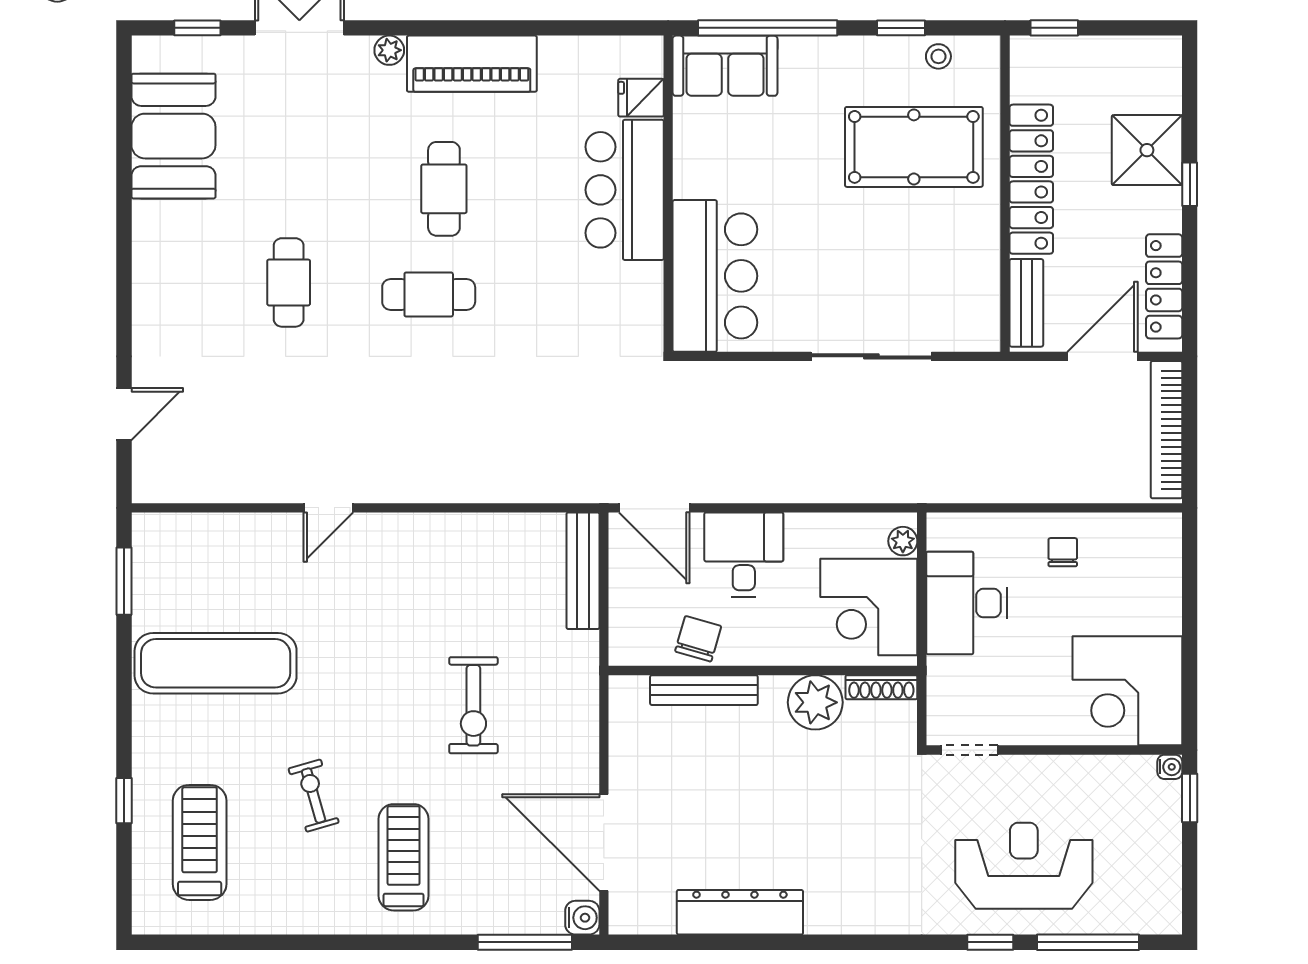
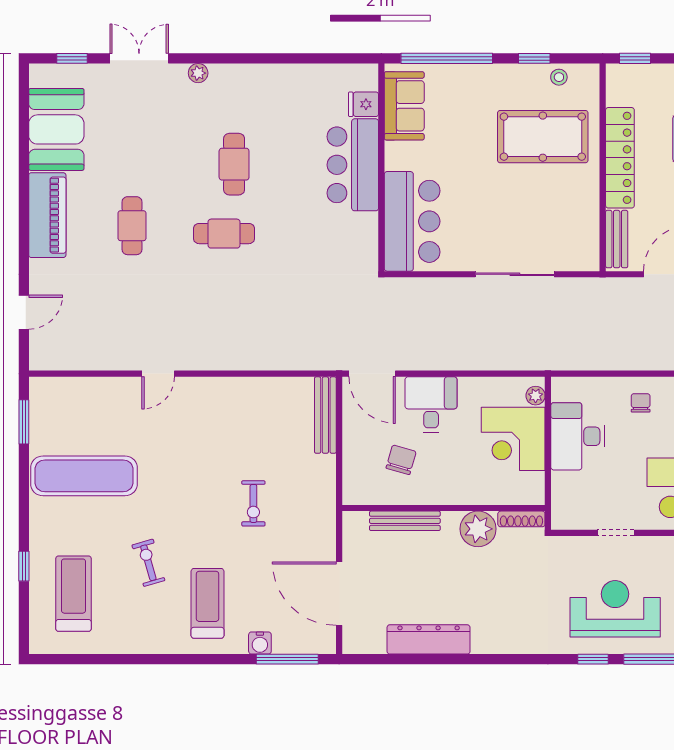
piano: (472, 64) -> (47, 215), moved, turned -90
sofa: (725, 66) -> (404, 106), moved, turned -90
wall: (763, 671) -> (444, 508), moved
shoe rack: (881, 687) -> (521, 519), moved
bench: (704, 690) -> (405, 521), moved
plant: (815, 702) -> (478, 529), moved
exercise bike: (473, 705) -> (253, 503), width x0.73, depth x0.72
doorway: (969, 750) -> (616, 533), moved
water cooler: (582, 918) -> (260, 643), moved, turned 90

